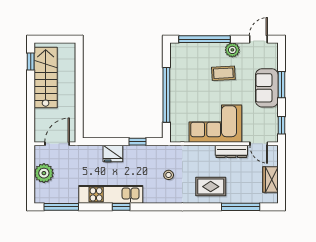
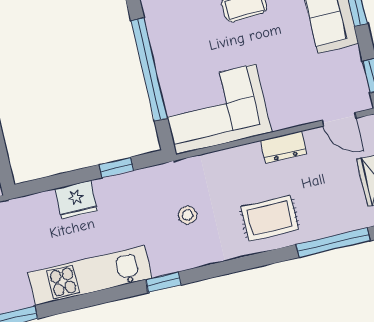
corner sofa: (215, 124) -> (216, 109), moved
dresser: (231, 151) -> (284, 147), width x0.70
window: (121, 207) -> (163, 282), moved

